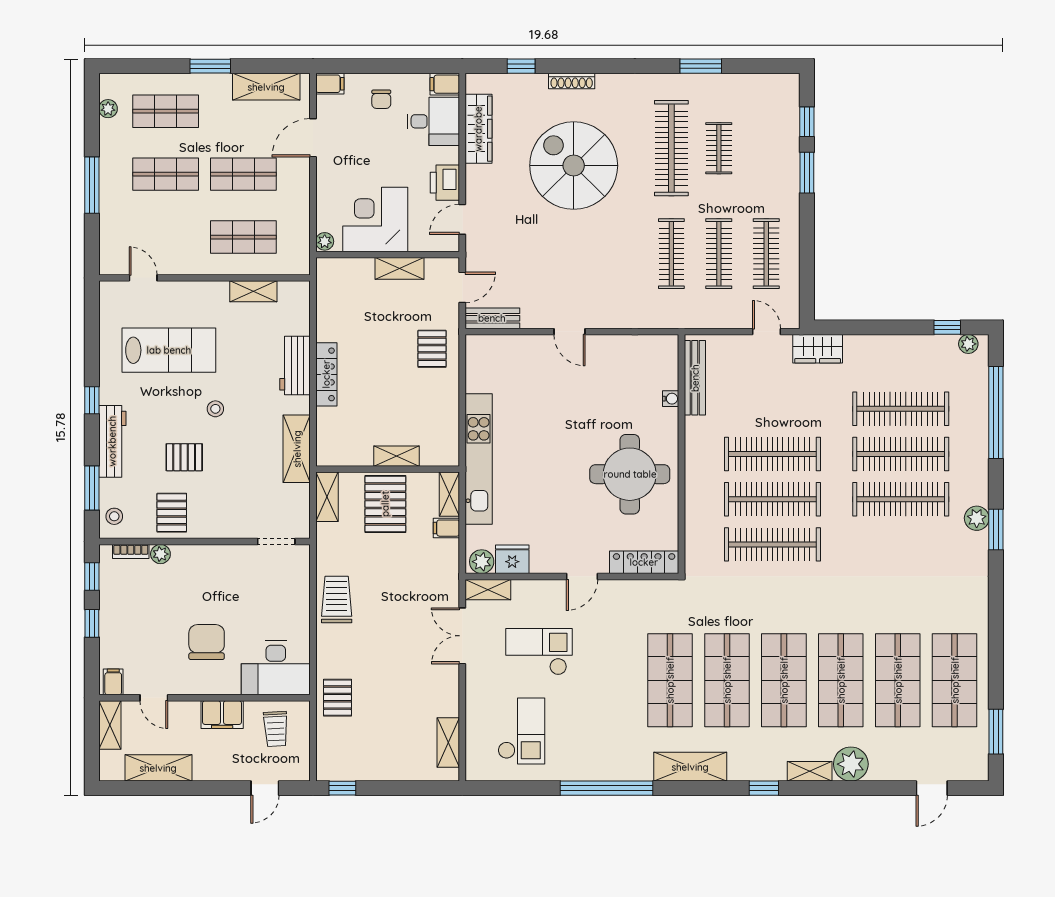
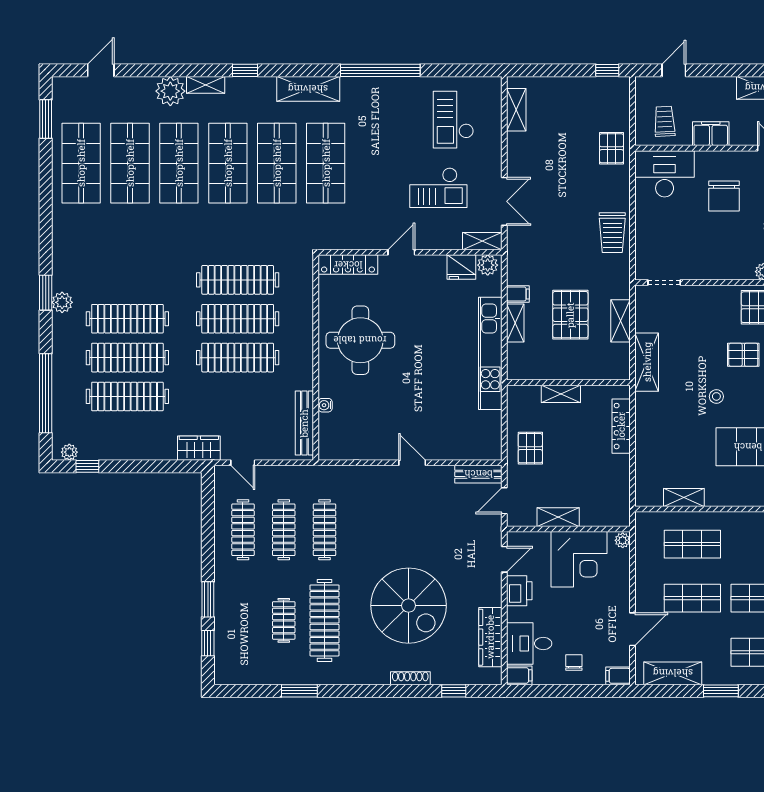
workbench: (295, 365) -> (648, 434), removed
shelving: (396, 456) -> (561, 394), moved
wall: (388, 469) -> (568, 383), moved

